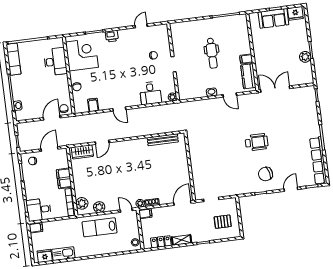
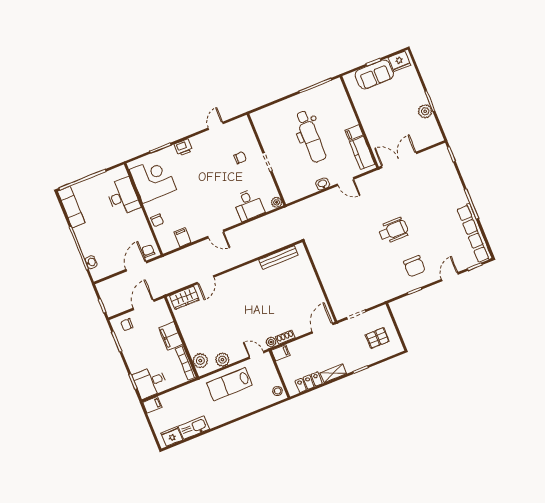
dental chair: (212, 53) -> (311, 136), width x1.36, depth x1.38
chair: (266, 174) -> (414, 266), turned -77

